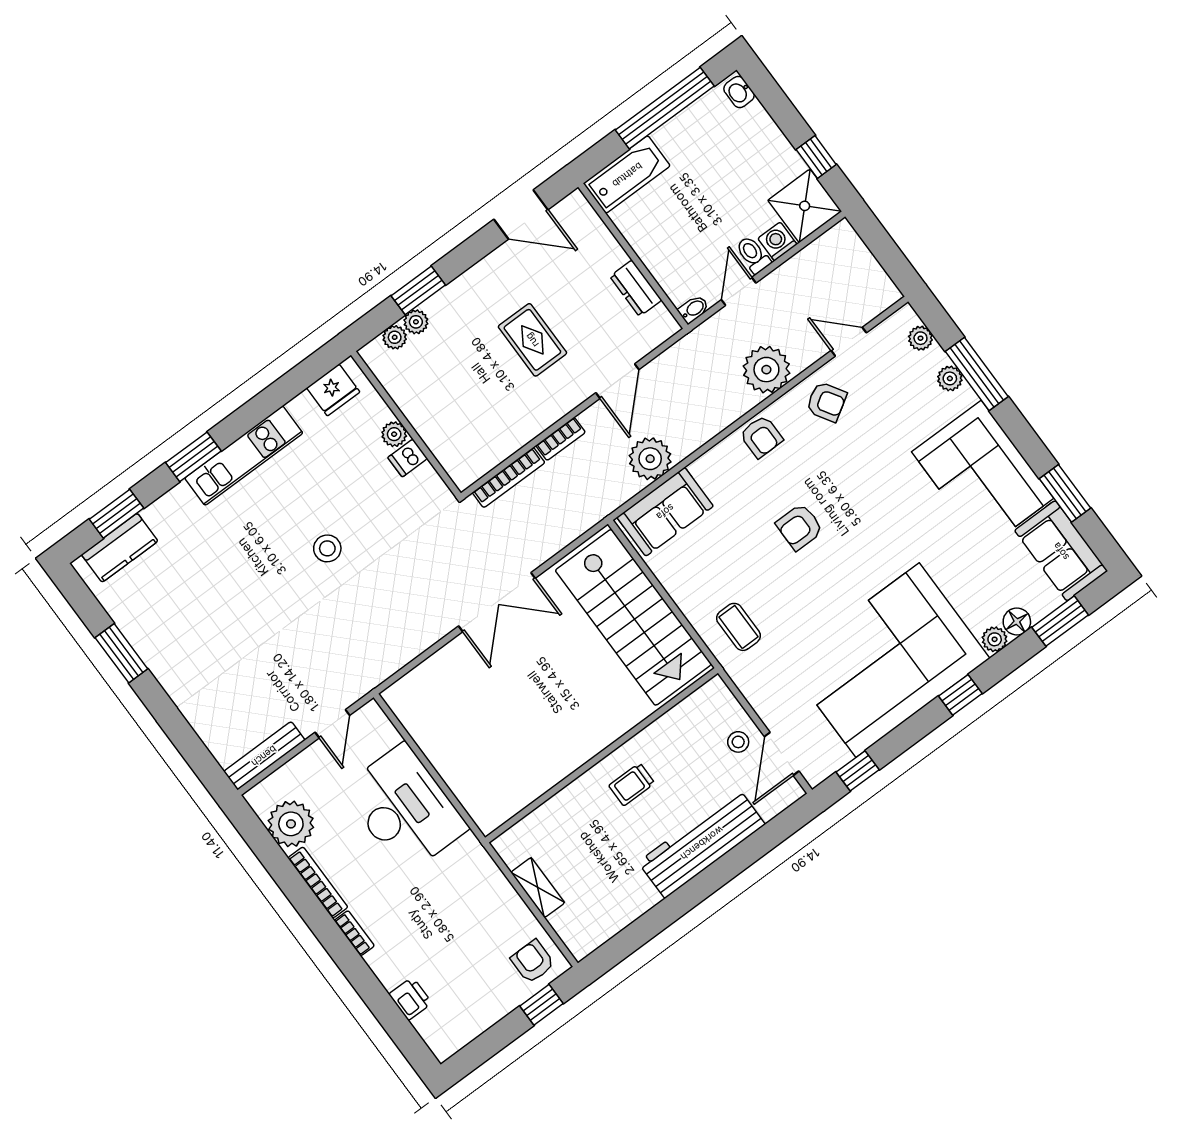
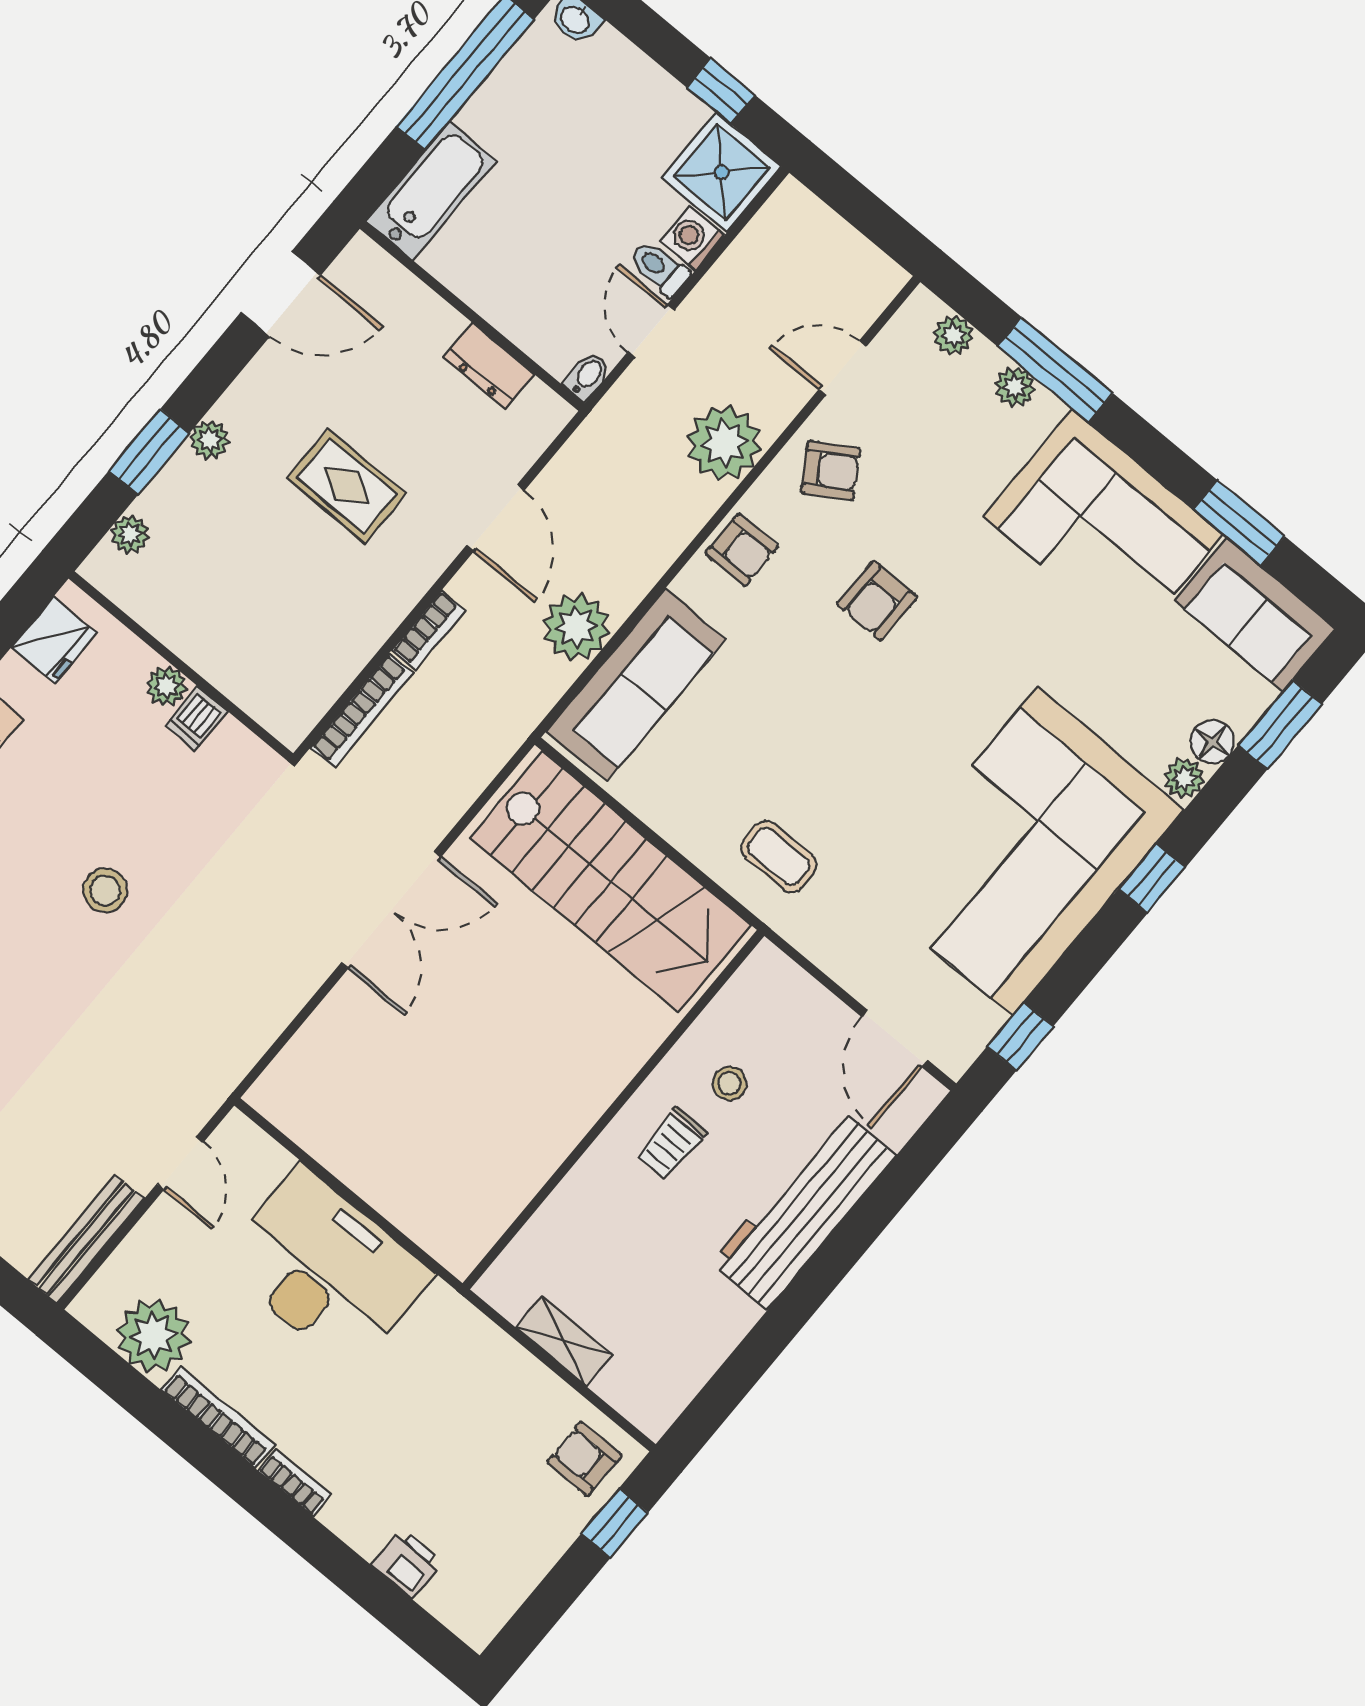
plant: (416, 322) -> (209, 440), moved
sofa: (665, 512) -> (636, 685), width x1.36
armchair: (799, 527) -> (877, 601), moved
stool: (738, 742) -> (729, 1083), moved

